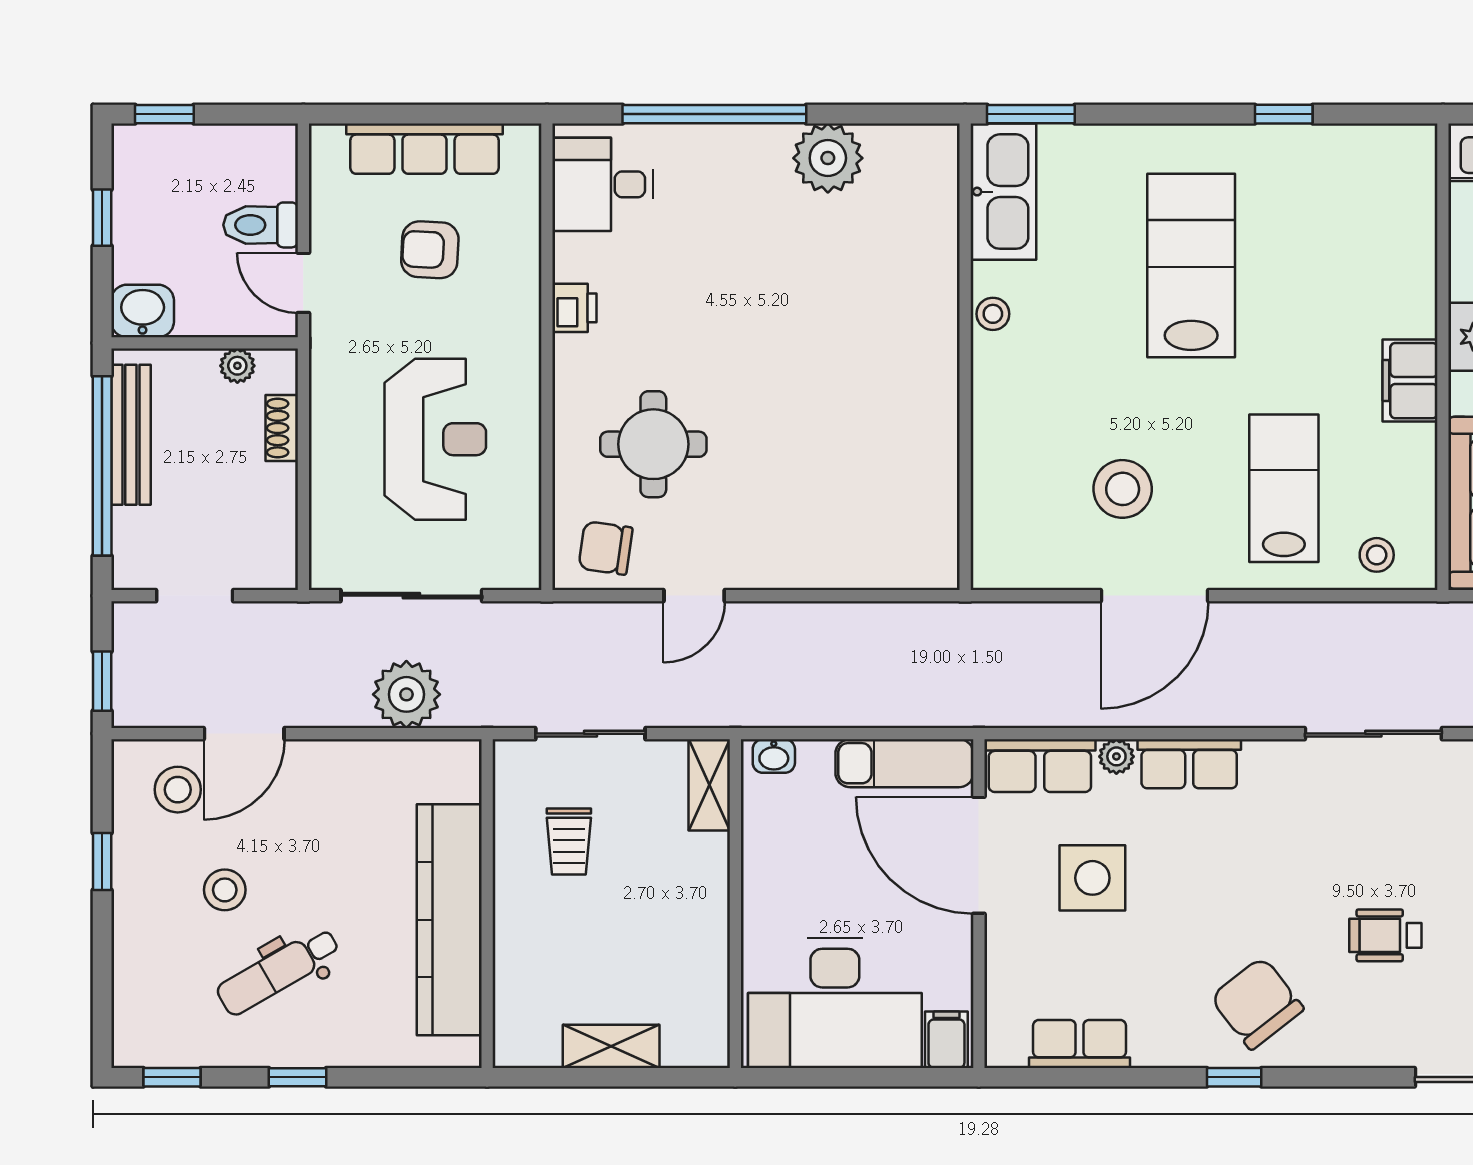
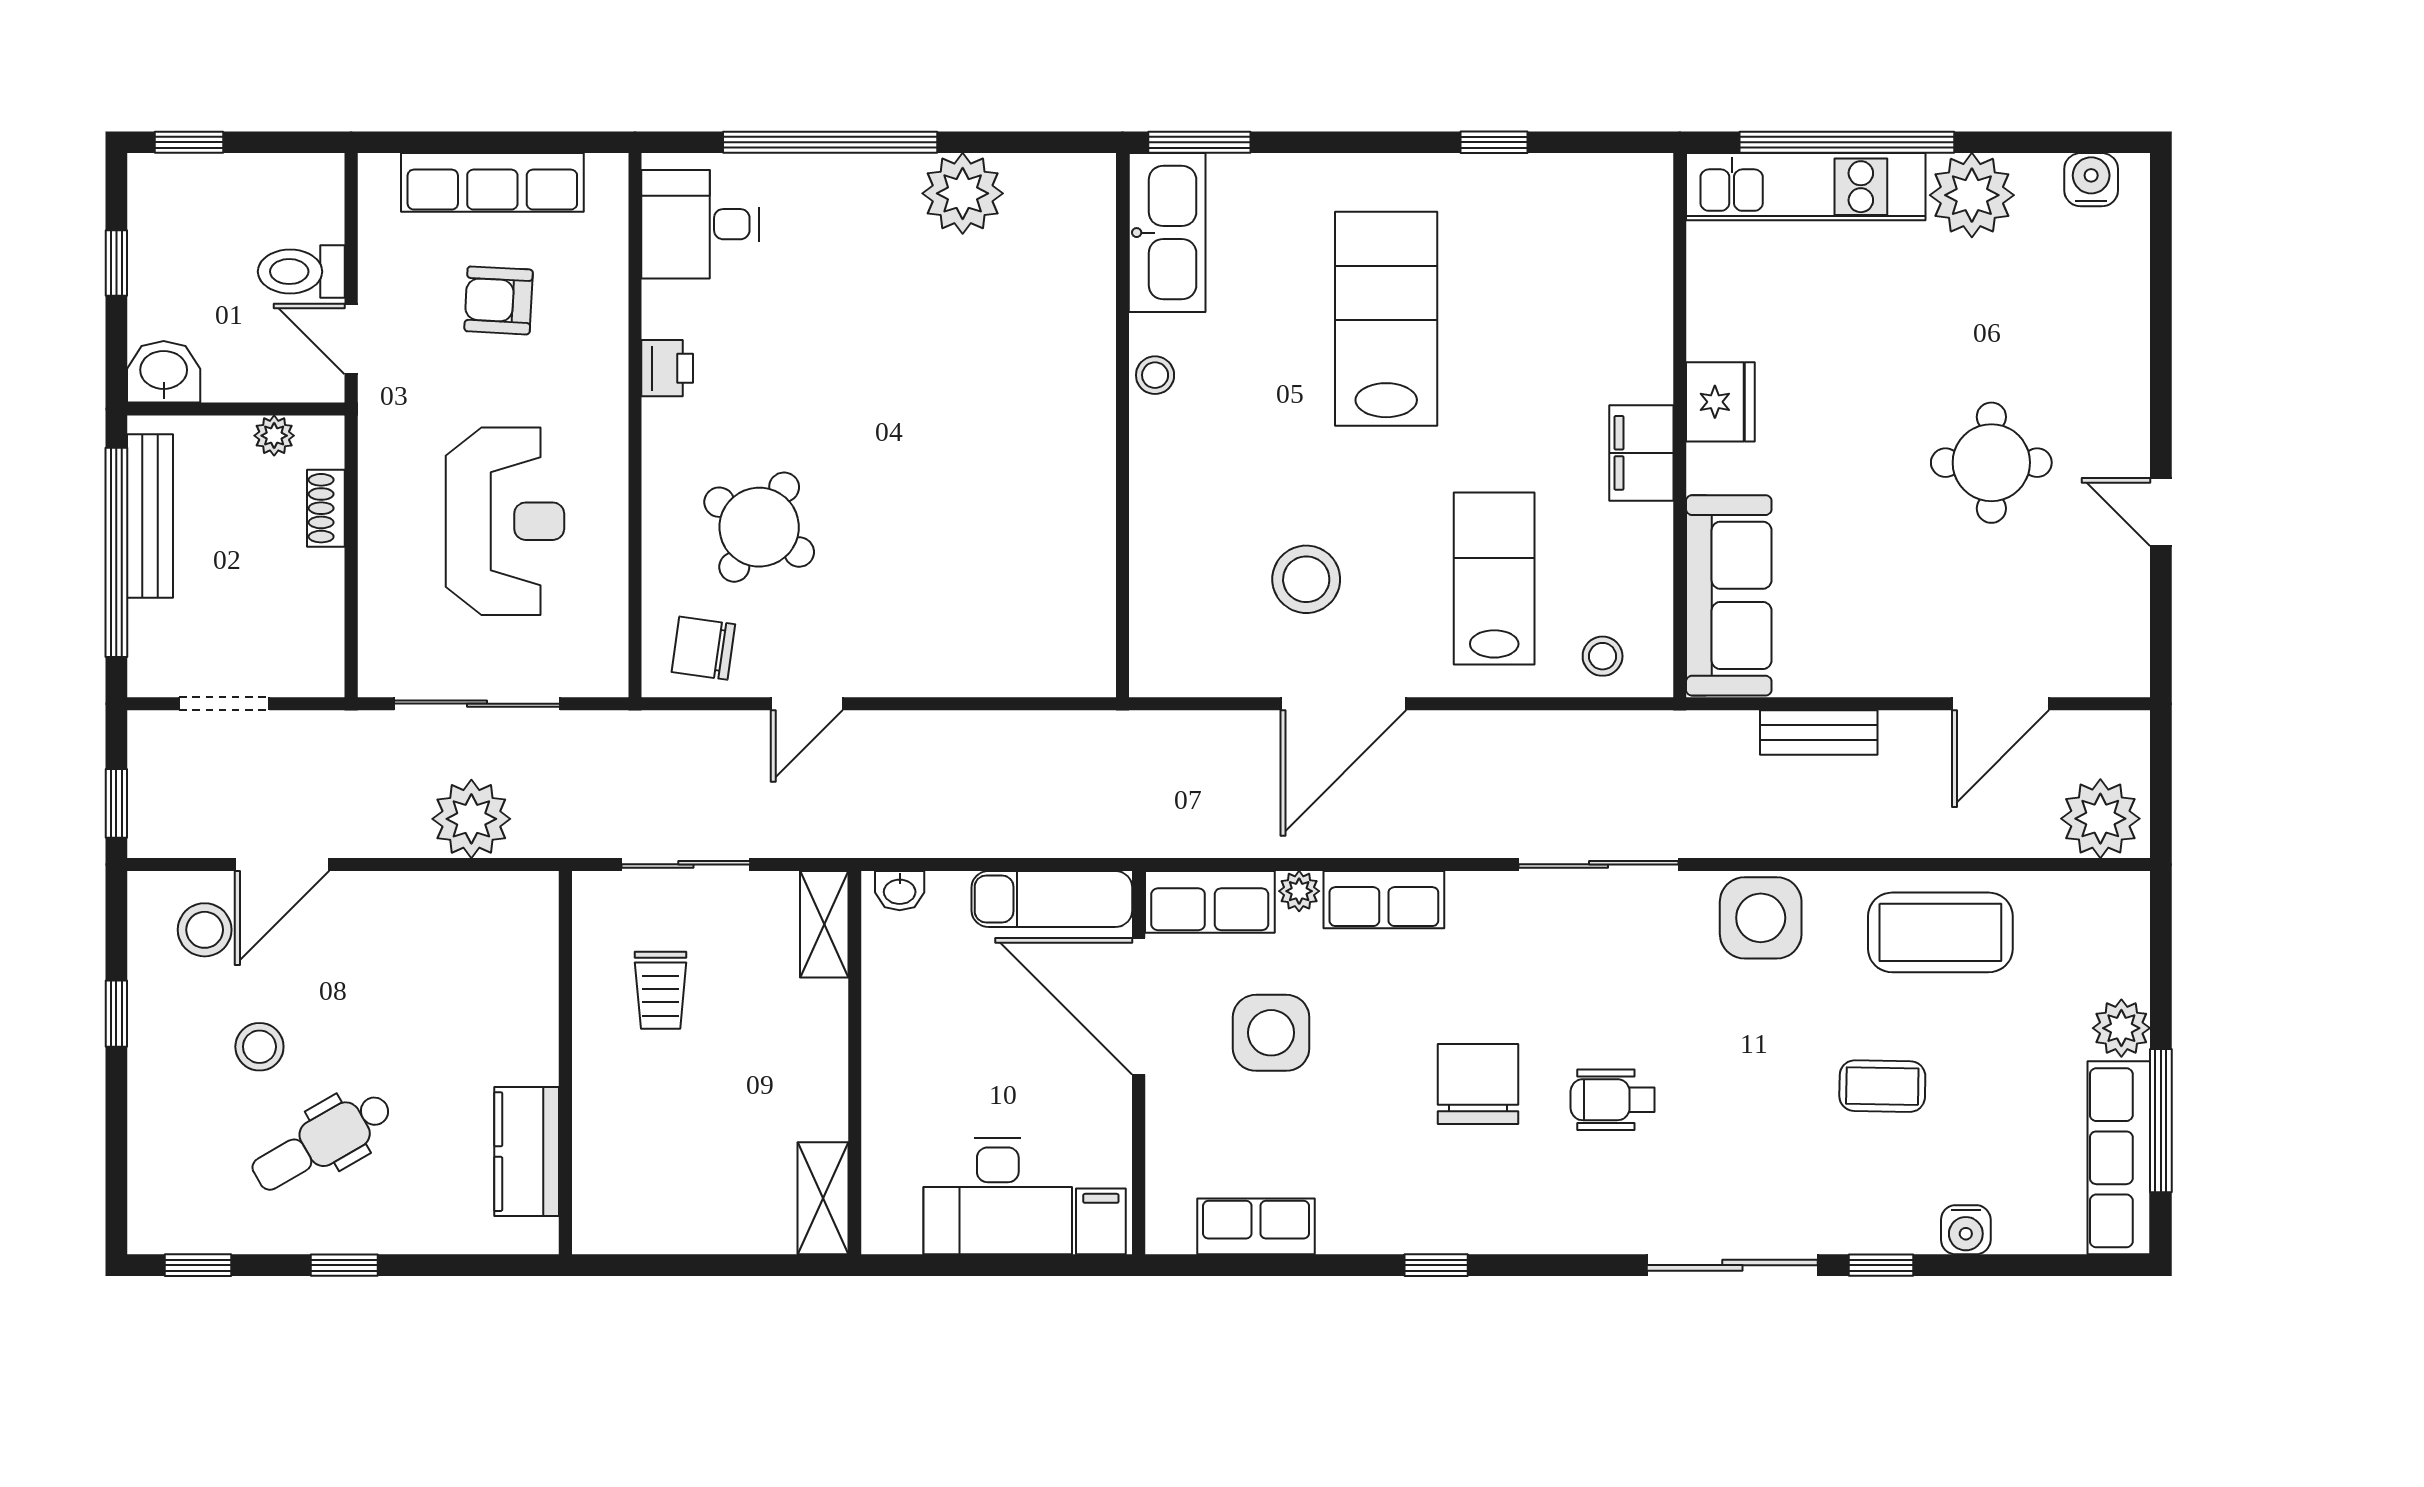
round table: (653, 444) -> (759, 527), turned 32
kitchen counter: (449, 920) -> (527, 1152), width x0.48, depth x0.86
desk: (835, 1003) -> (998, 1196), width x0.73, depth x0.77
chair: (1257, 1003) -> (1478, 1084), moved, turned 38
shelving: (611, 1046) -> (823, 1198), moved, turned 90

